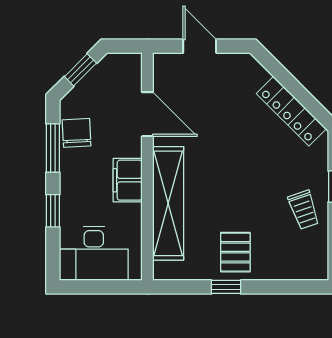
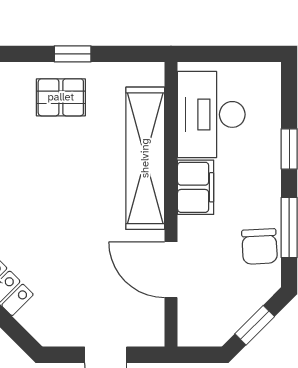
pallet: (235, 252) -> (61, 97), turned 90
desk: (94, 253) -> (211, 114), moved, turned -90

